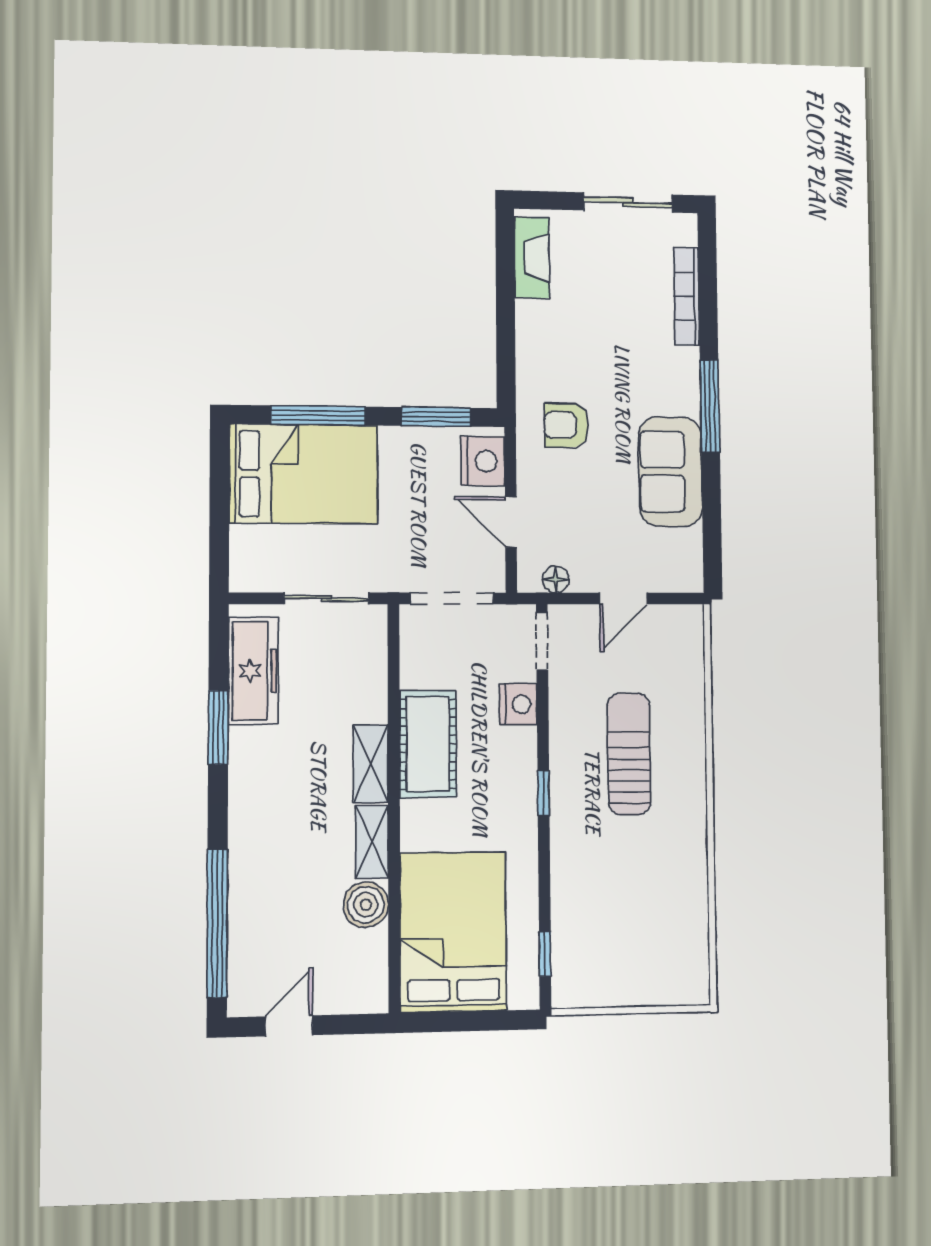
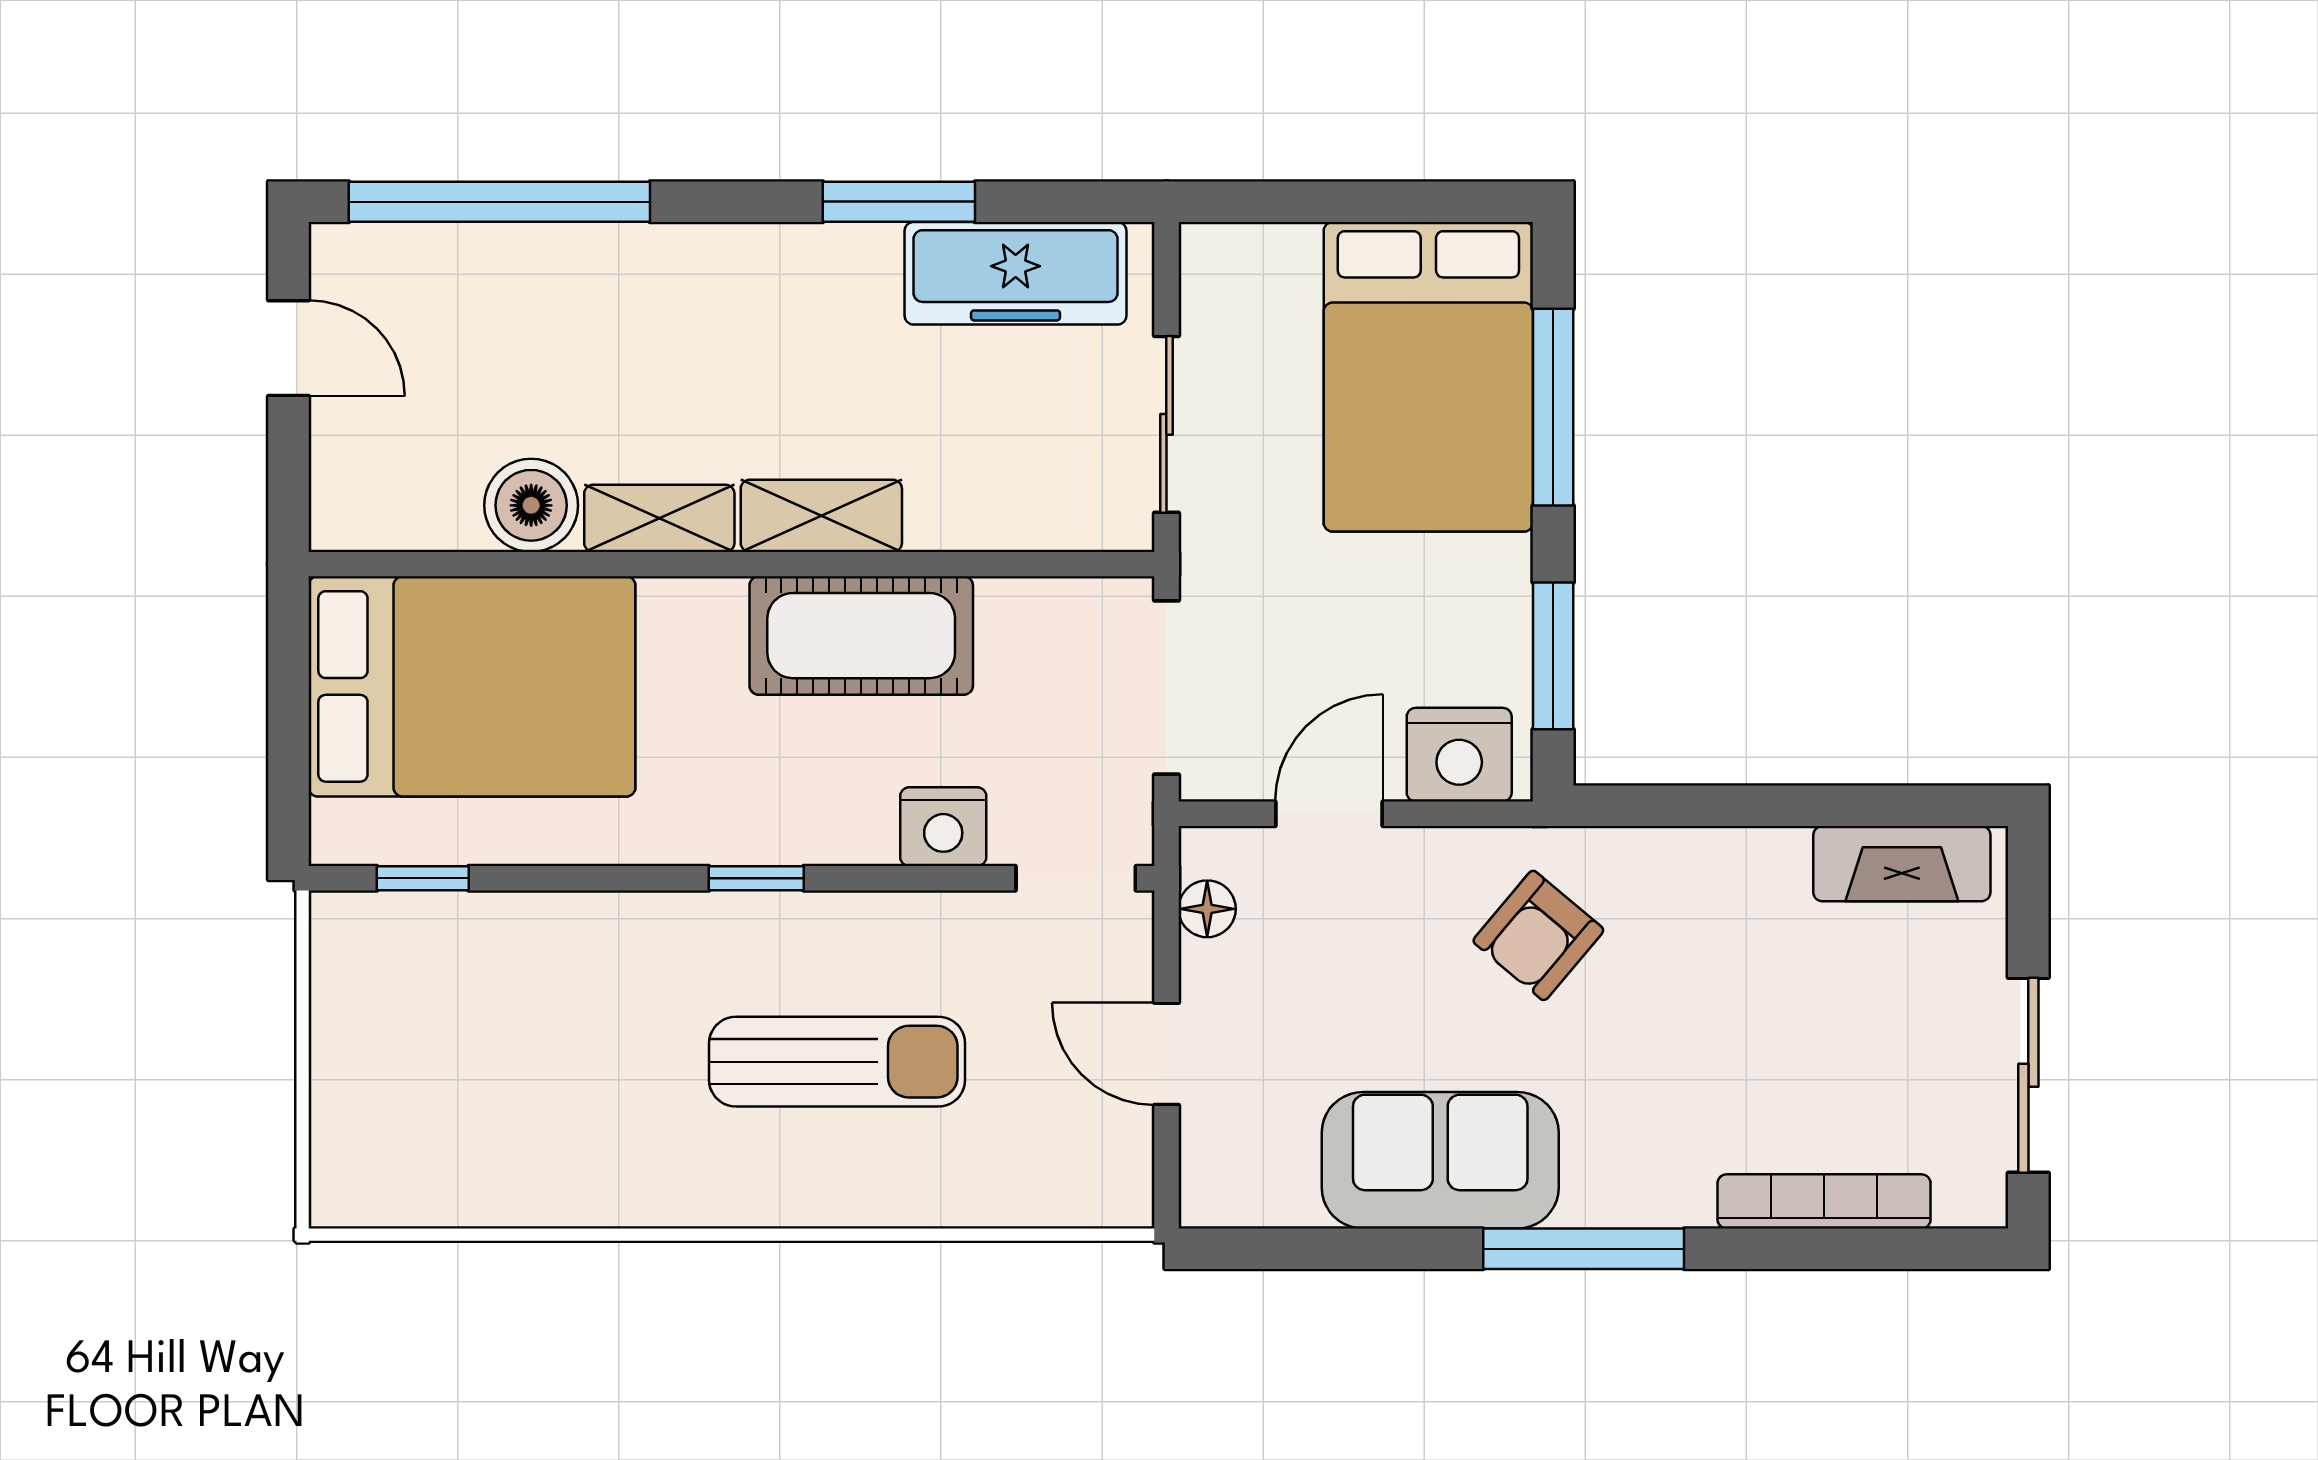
armchair: (567, 425) -> (1538, 935), turned -140

